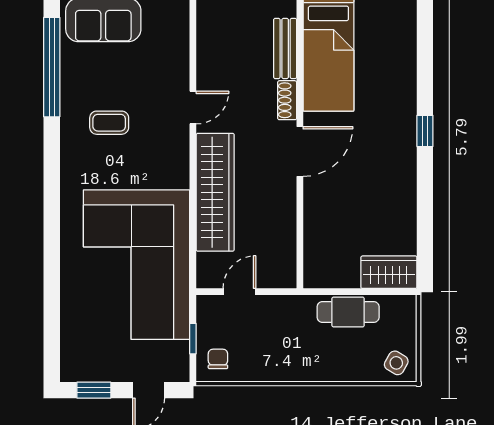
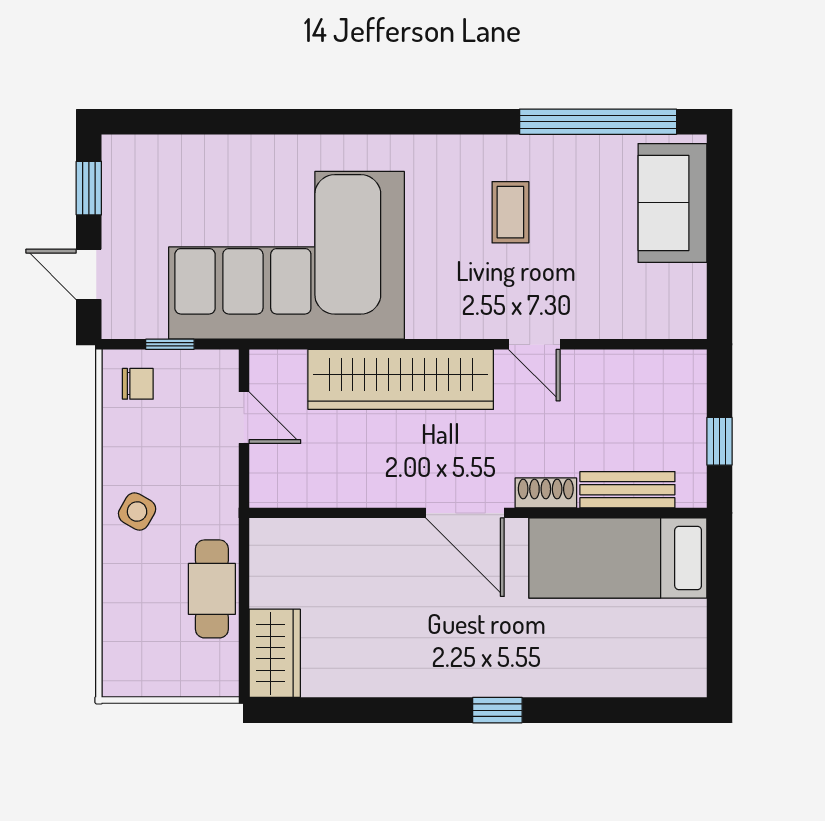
side table: (396, 363) -> (137, 511), moved

